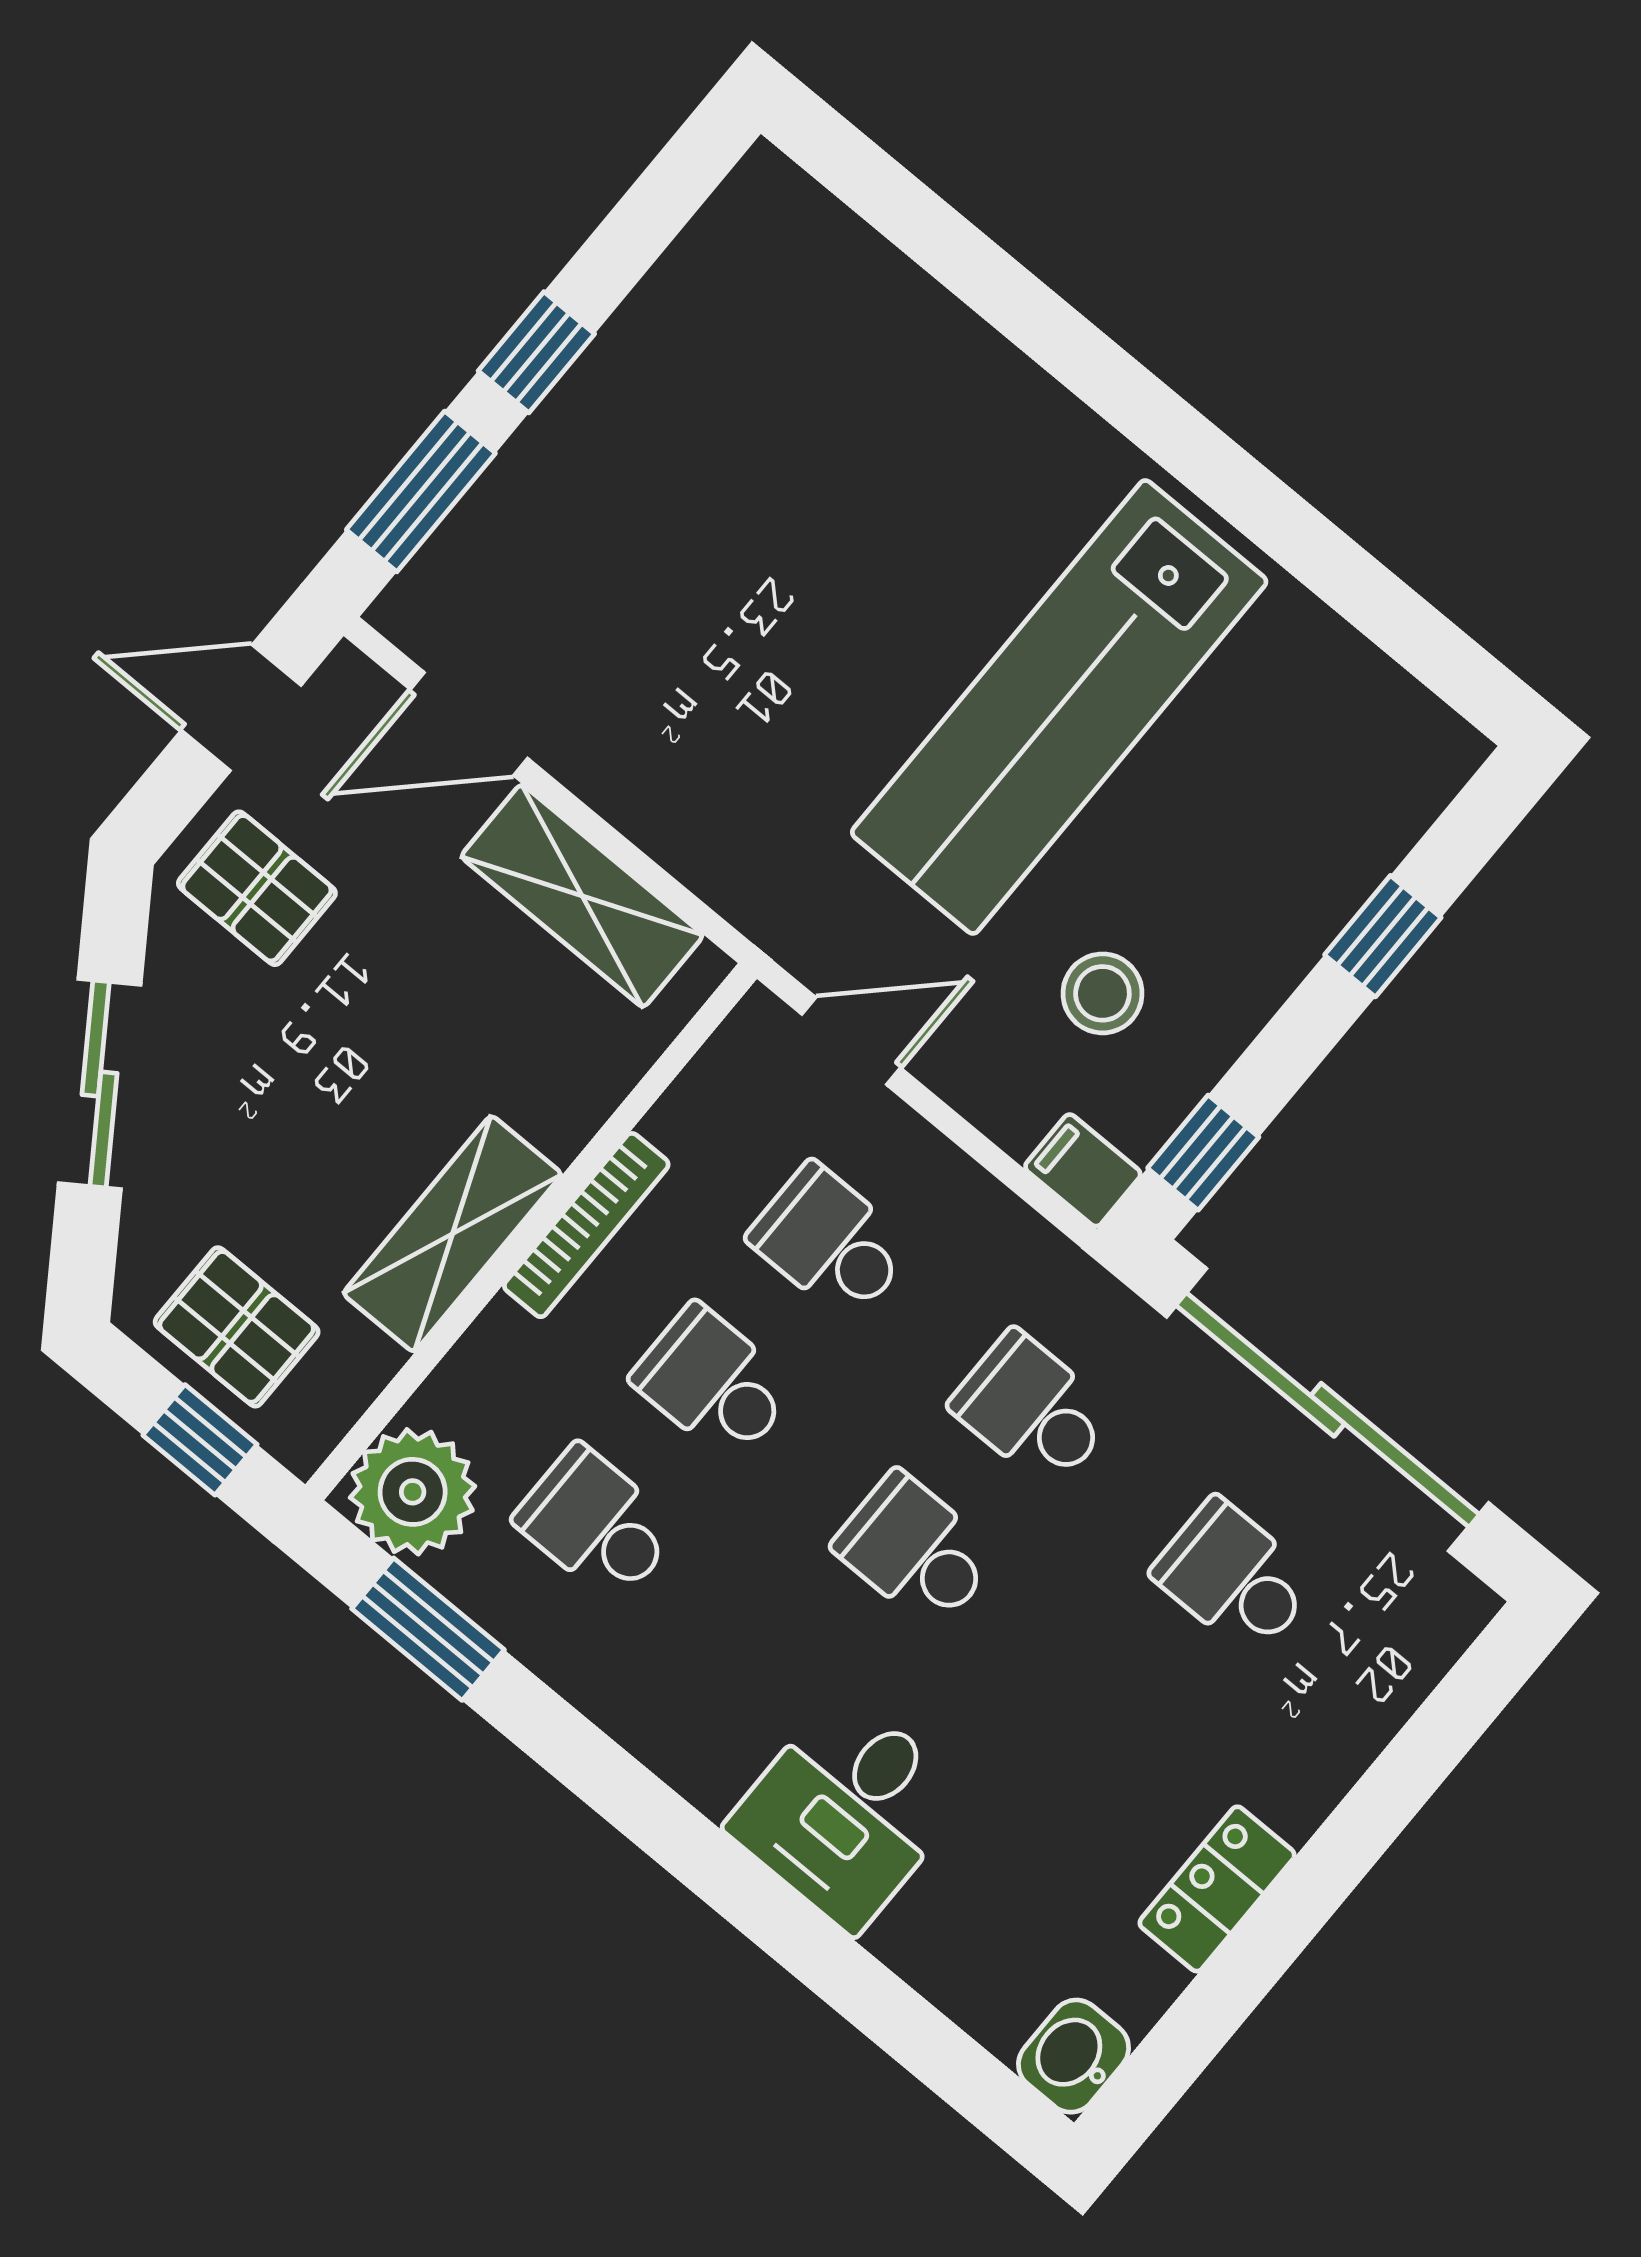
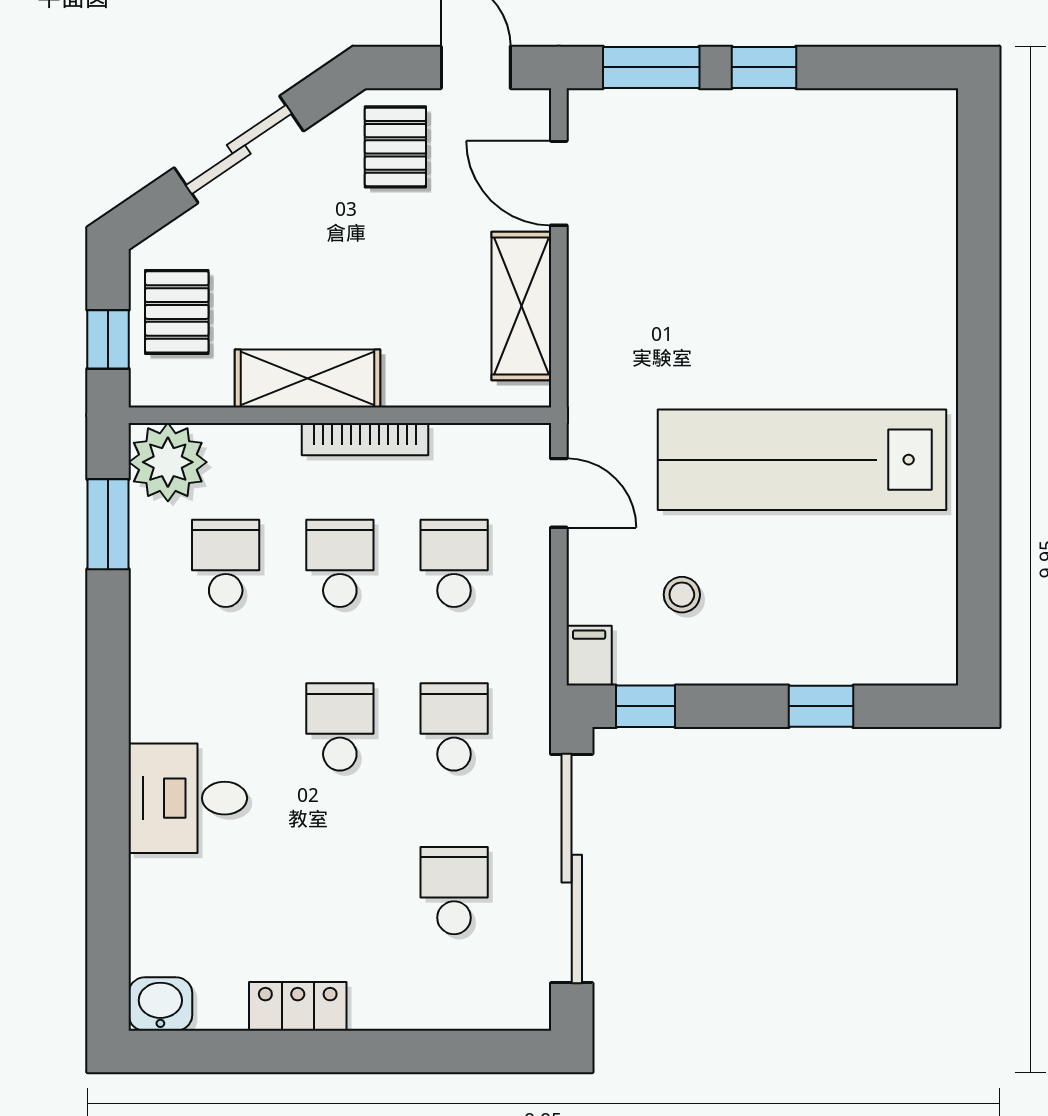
stool: (1102, 993) -> (682, 595), width x0.73, depth x0.73

